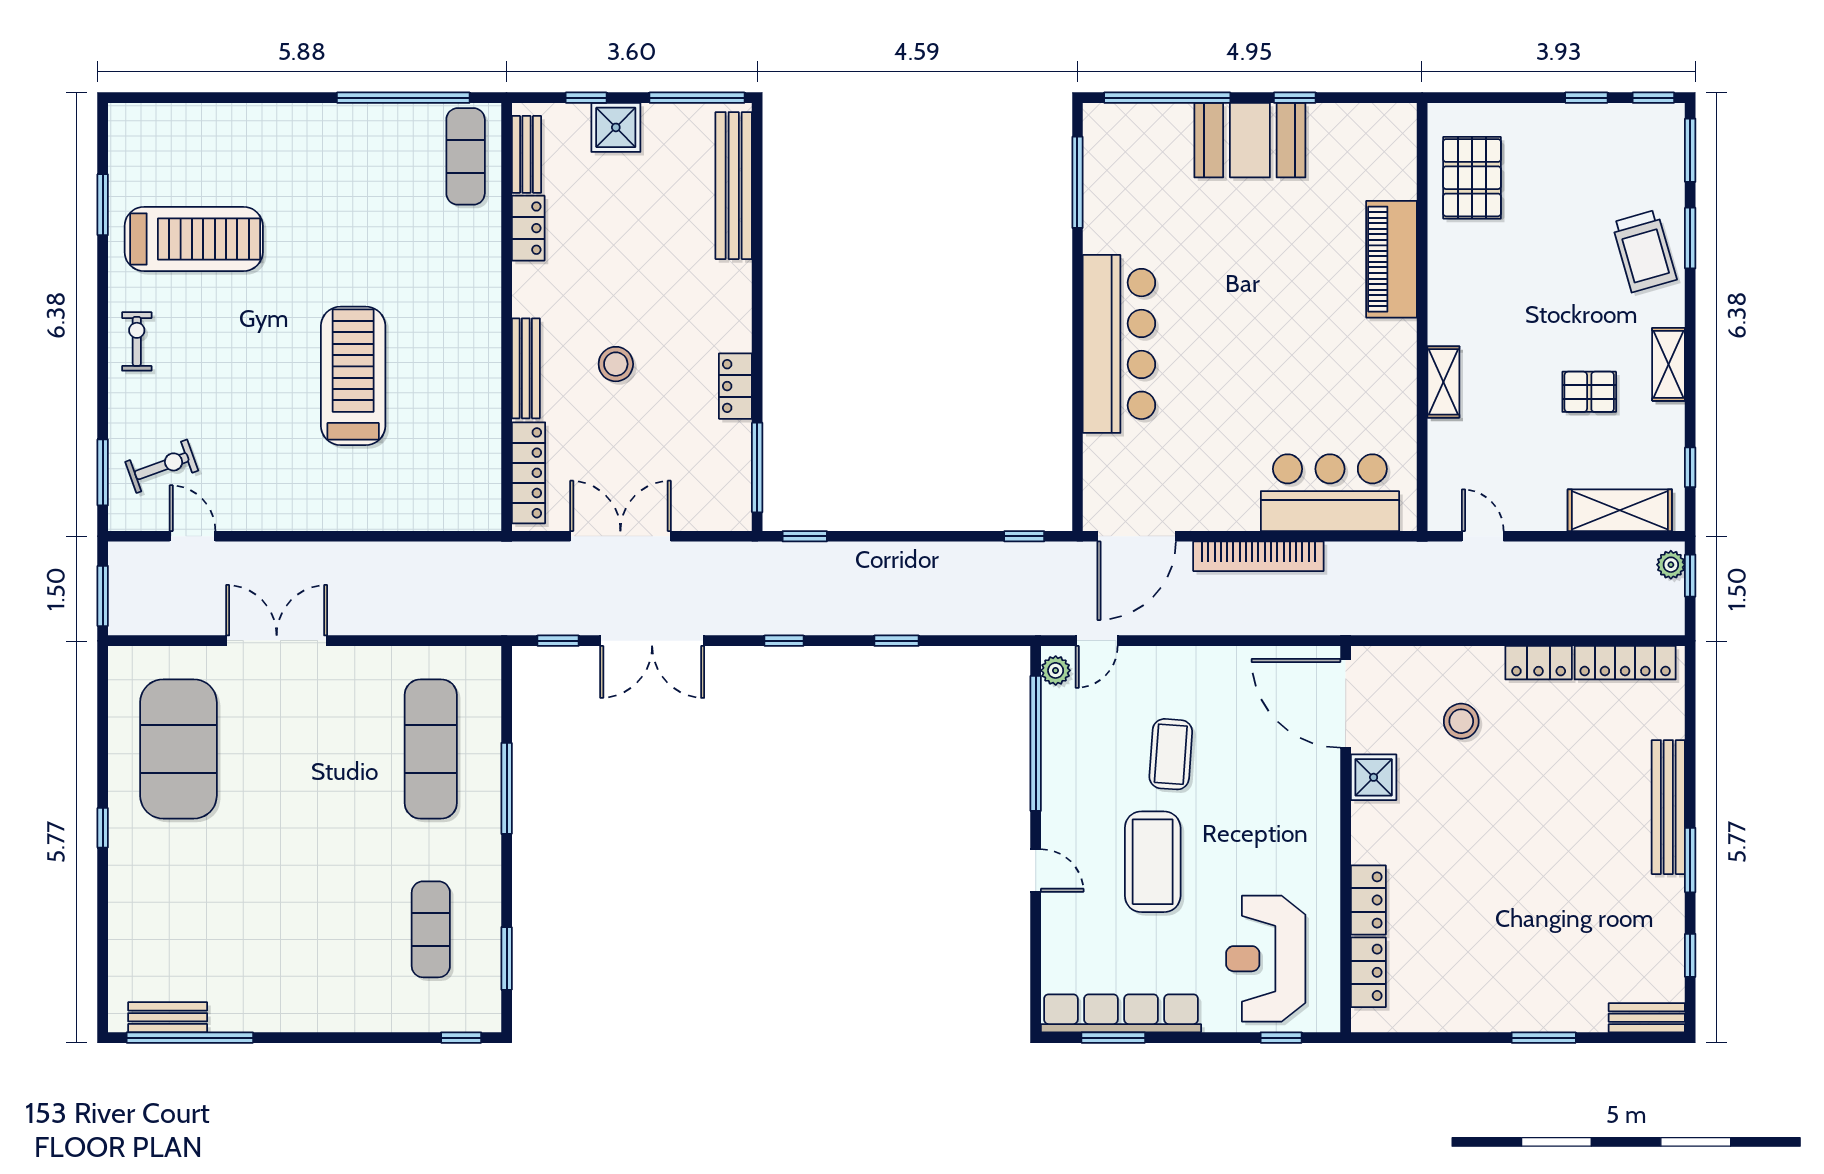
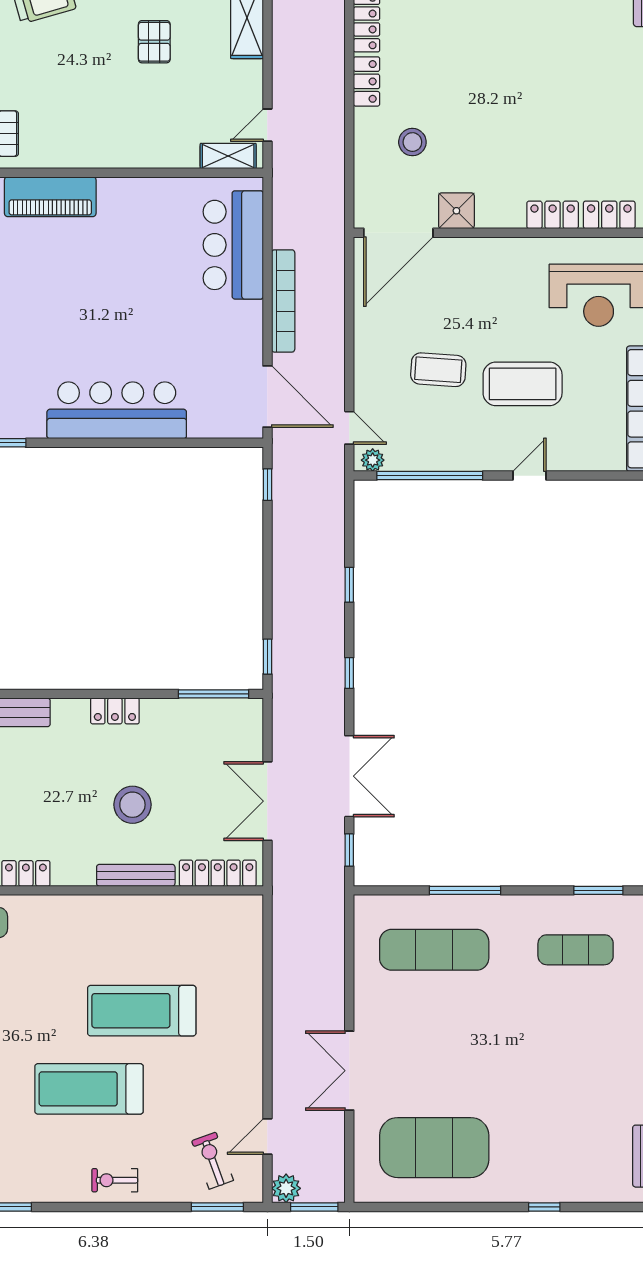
treadmill: (194, 239) -> (89, 1089), moved, turned -90
stool: (616, 364) -> (132, 805), width x1.38, depth x1.38
shelving: (1443, 382) -> (228, 156), moved
locker: (735, 386) -> (115, 711), moved
plant: (126, 560) -> (286, 1188), added
window: (103, 828) -> (544, 1207), moved

